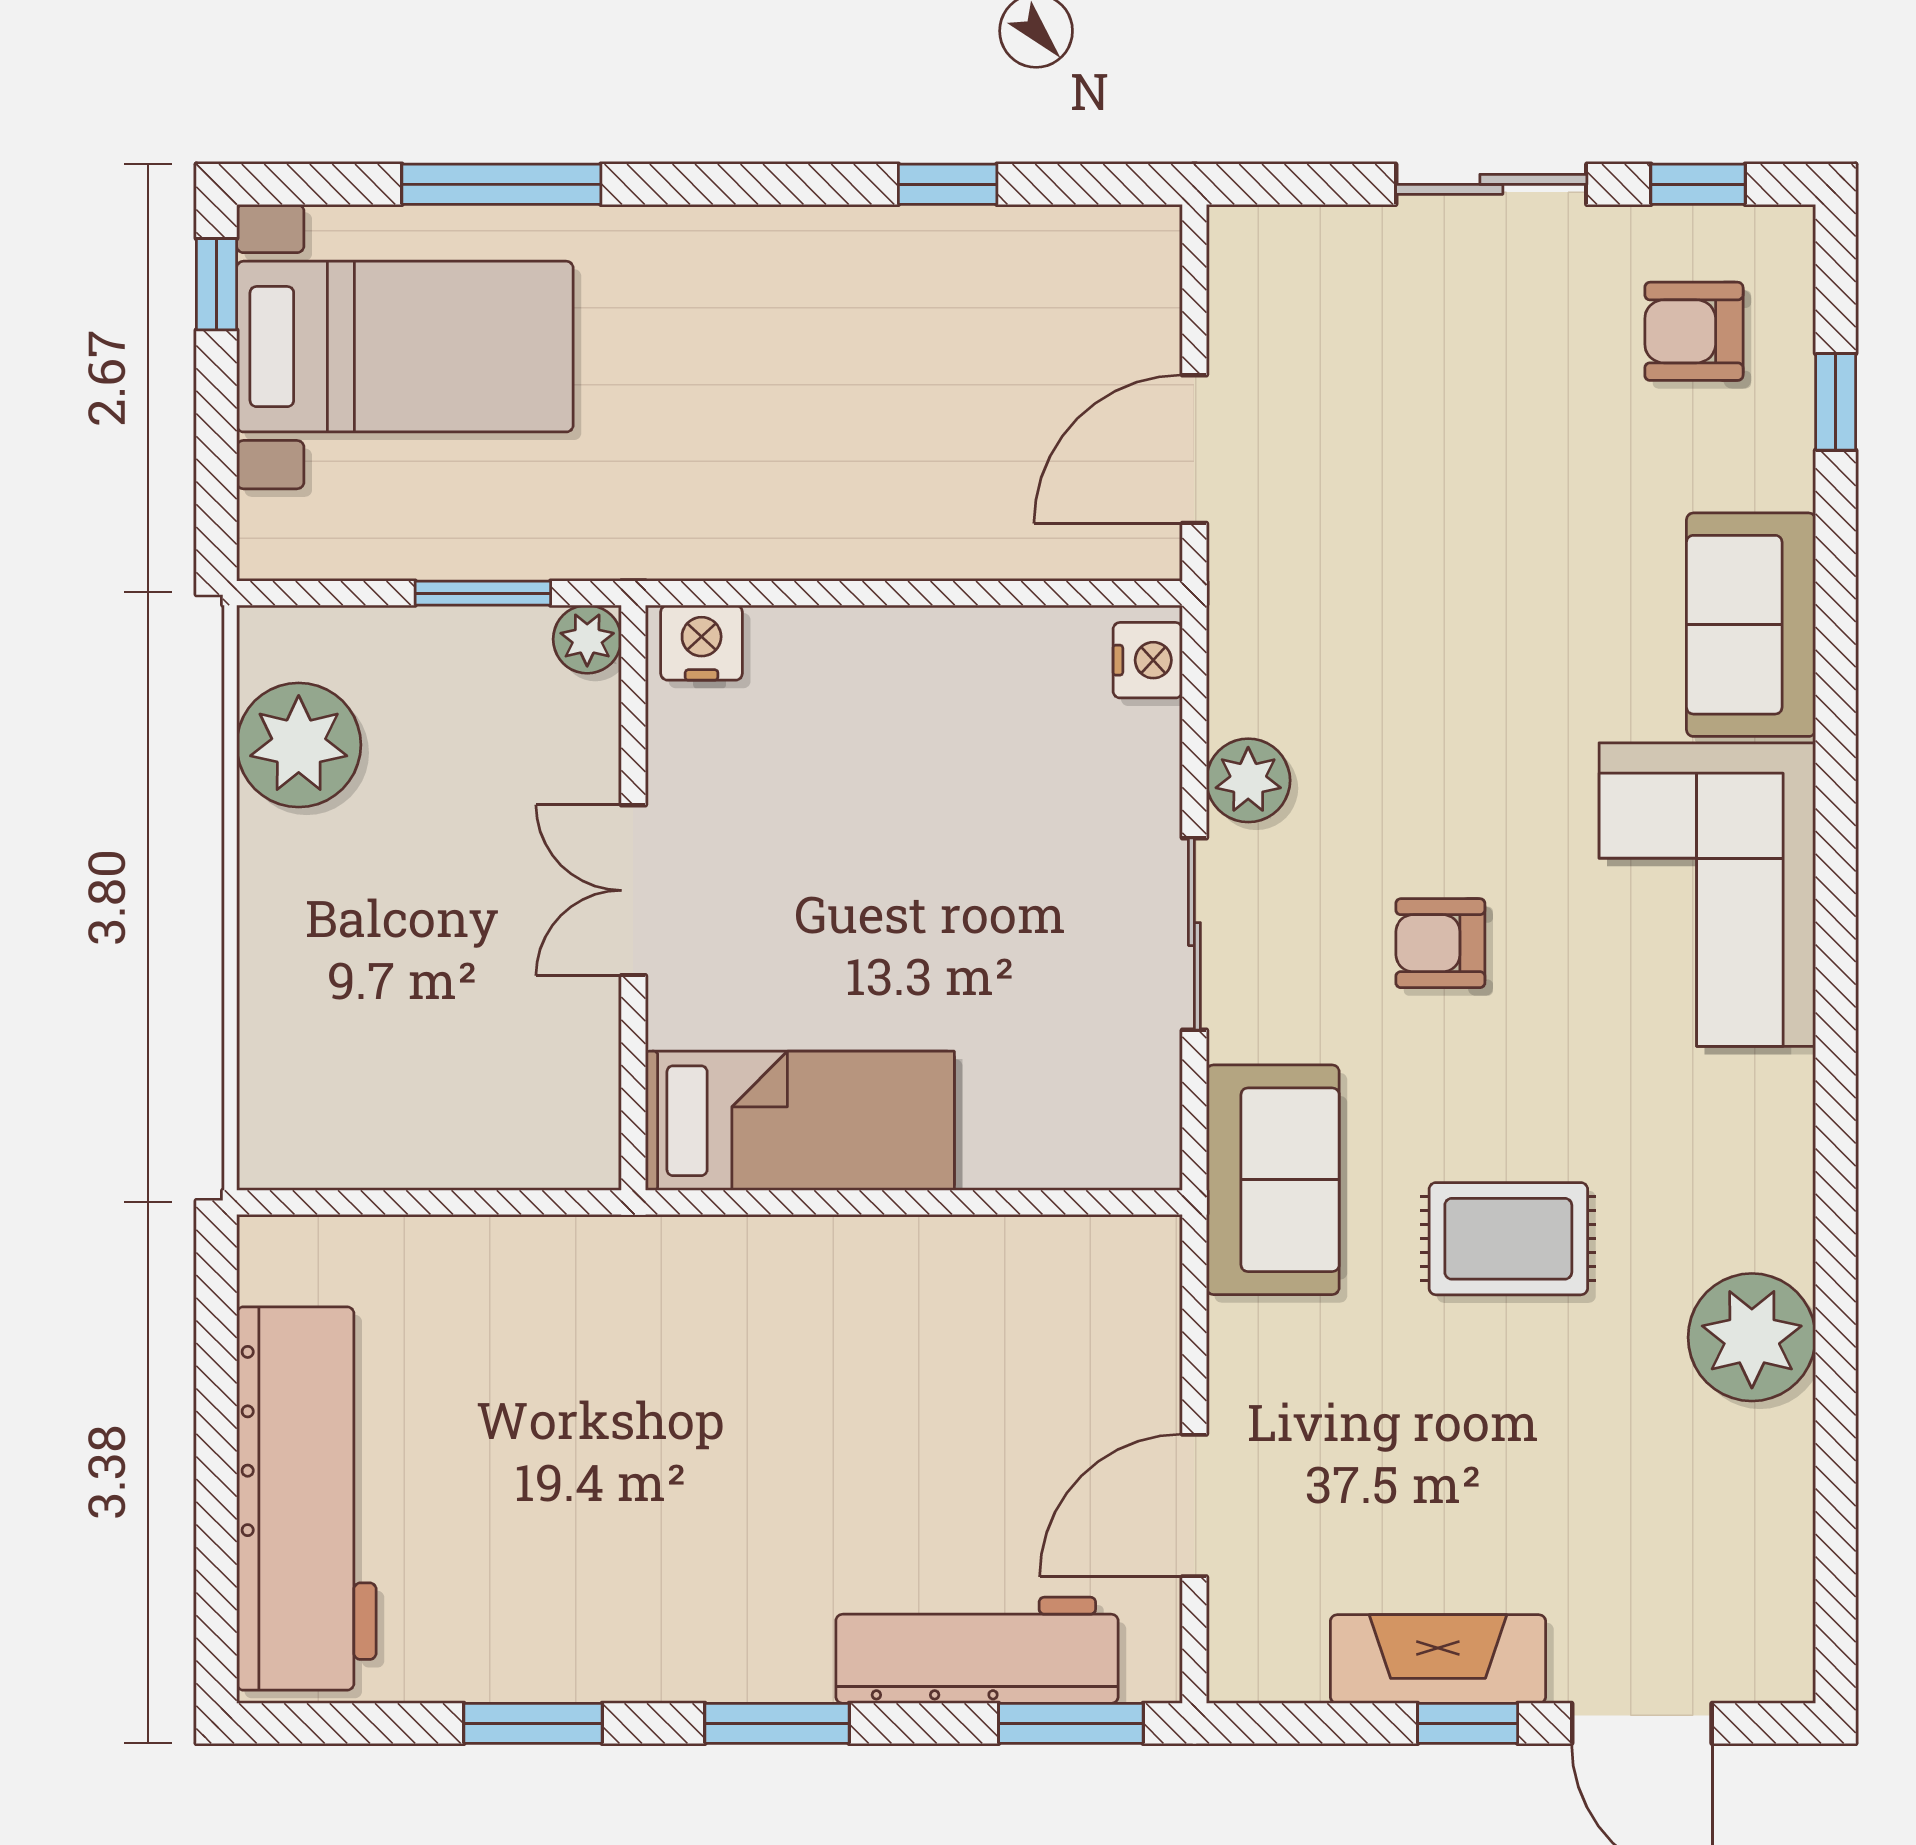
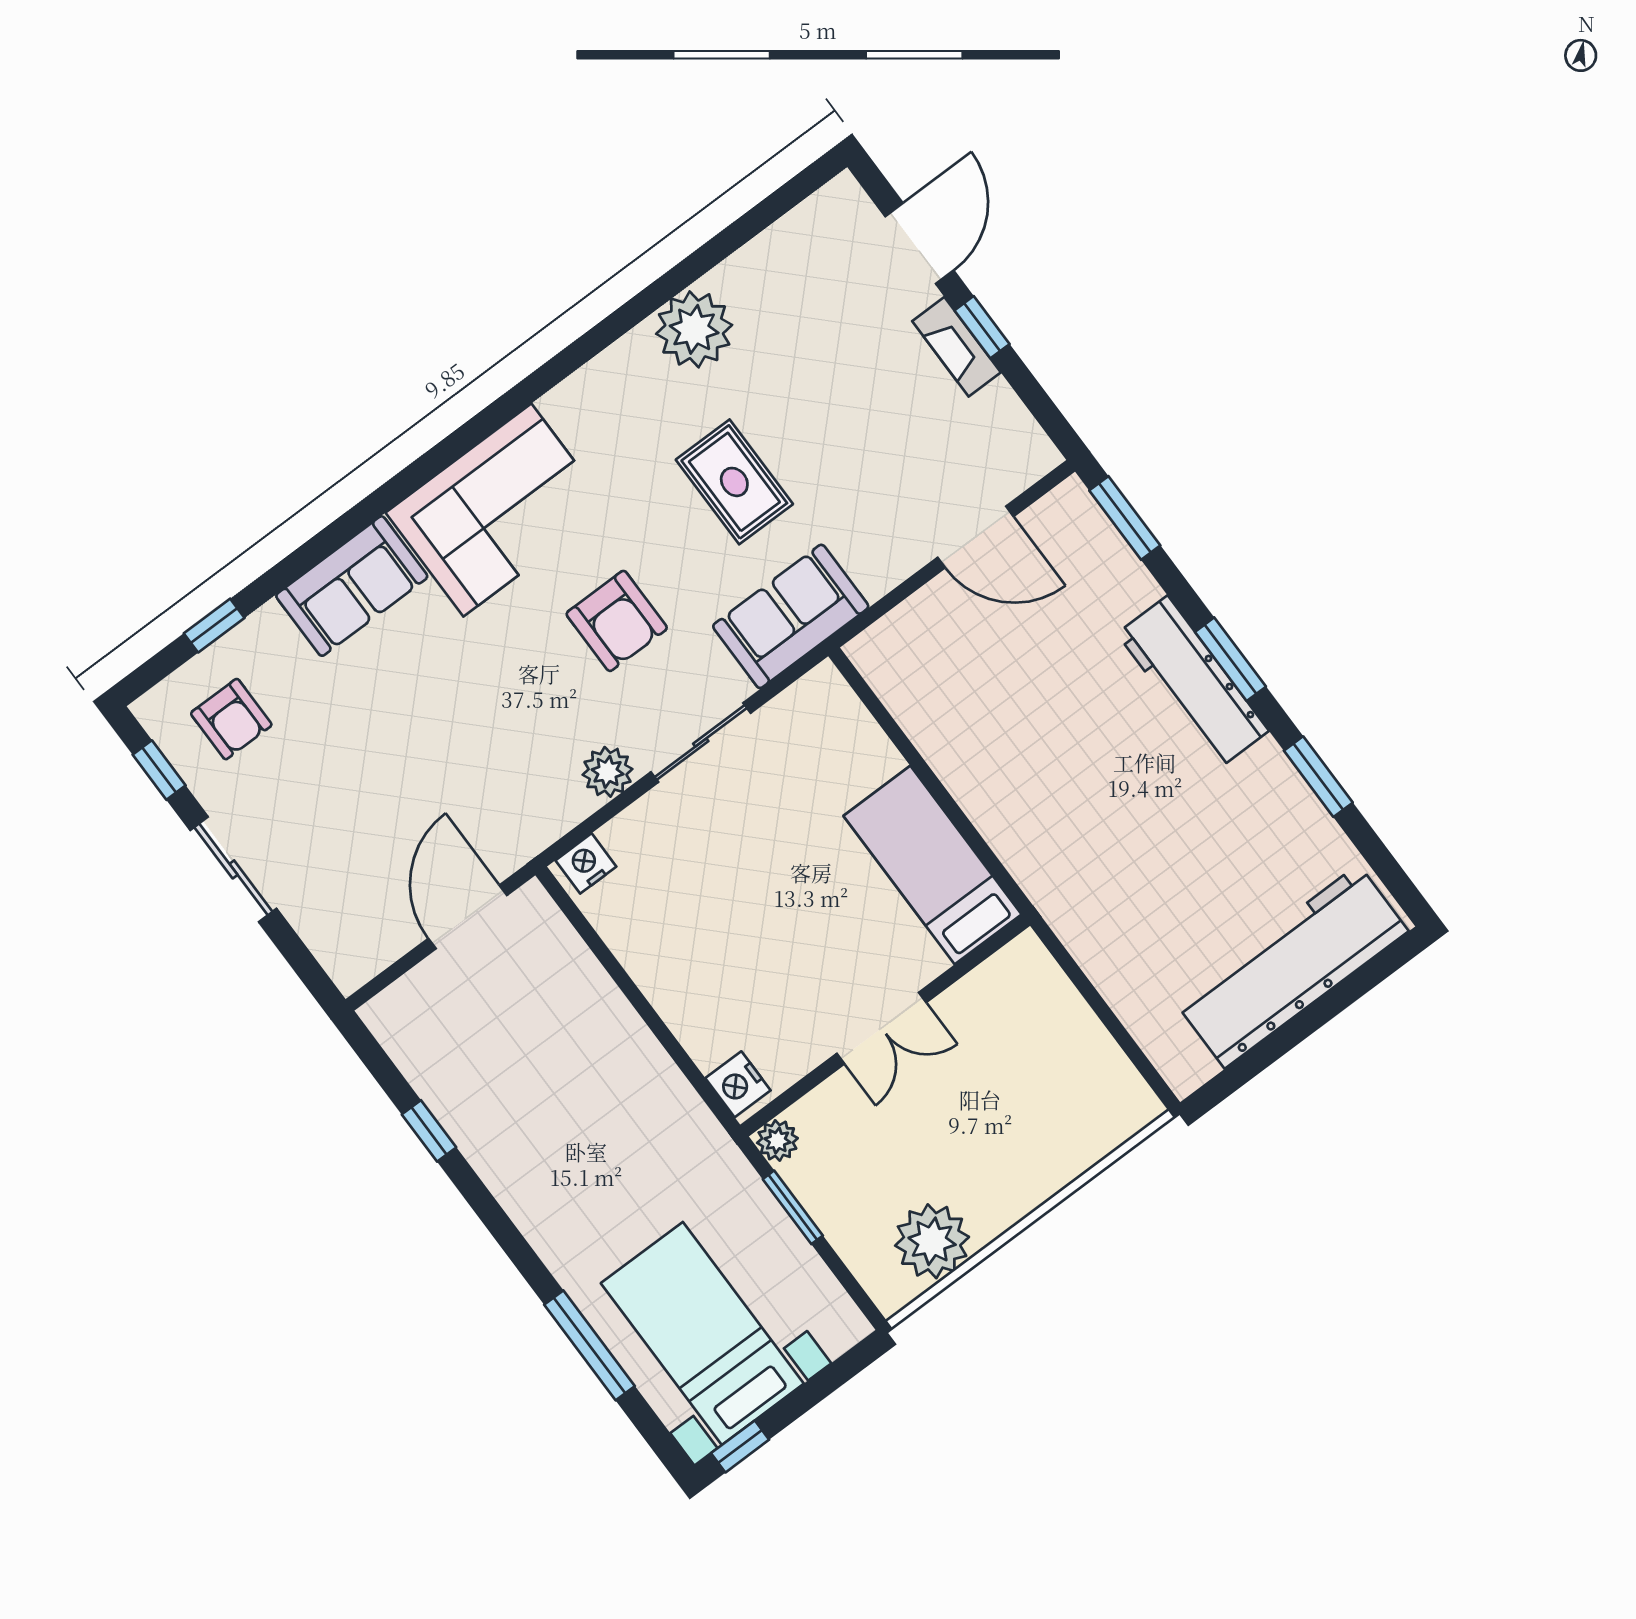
door: (1194, 449) -> (468, 917), swing flipped
armchair: (1440, 943) -> (617, 621), width x1.38, depth x1.38
workbench: (977, 1650) -> (1193, 682), moved
fireplace: (1438, 1659) -> (956, 347), width x0.73, depth x0.76

